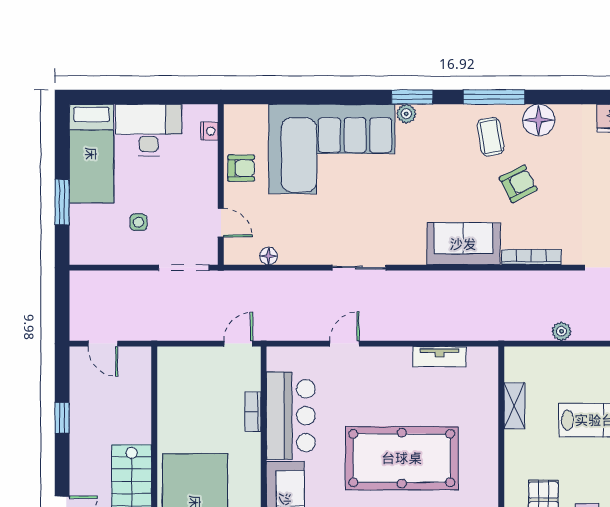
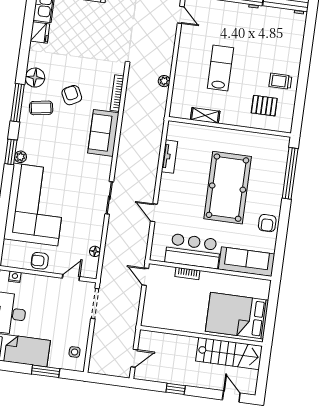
armchair: (241, 168) -> (40, 261), turned -90
side table: (138, 222) -> (75, 352), moved

